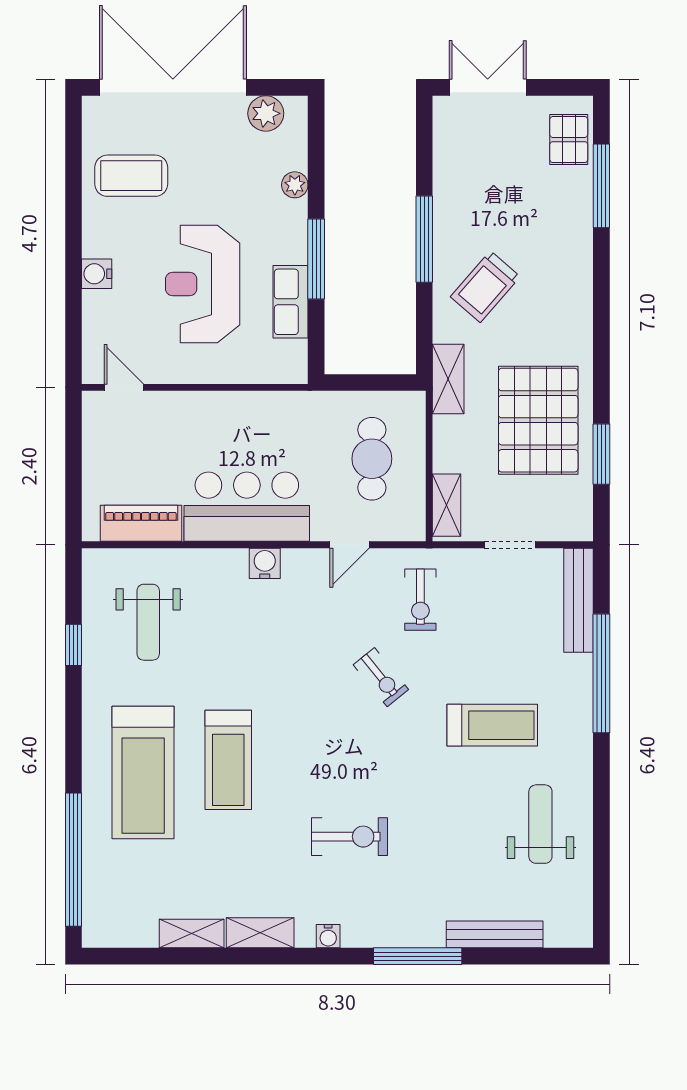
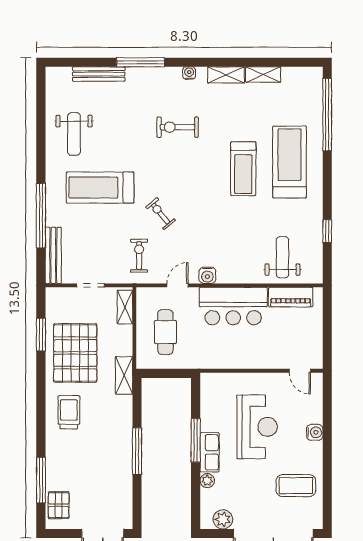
trolley: (485, 287) -> (69, 412), moved, turned -41
row of seats: (290, 302) -> (210, 452), moved
water cooler: (265, 563) -> (207, 275), moved
weight bench: (148, 622) -> (283, 257), moved
treadmill: (492, 725) -> (100, 188), width x1.37, depth x1.38
treadmill: (228, 760) -> (243, 169), turned 180

